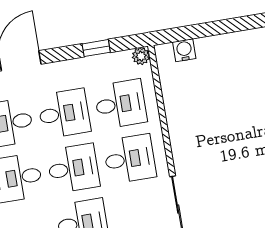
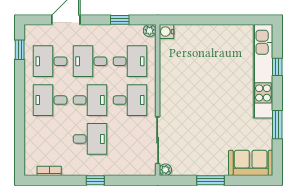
water cooler: (184, 50) -> (166, 32), moved, turned -90
desk: (64, 114) -> (90, 61), turned 180

